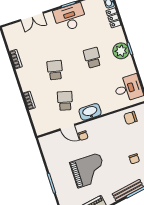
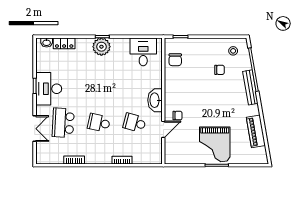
school desk: (92, 58) -> (63, 123), moved, width x1.85
grand piano: (89, 170) -> (215, 144), moved, turned 180

